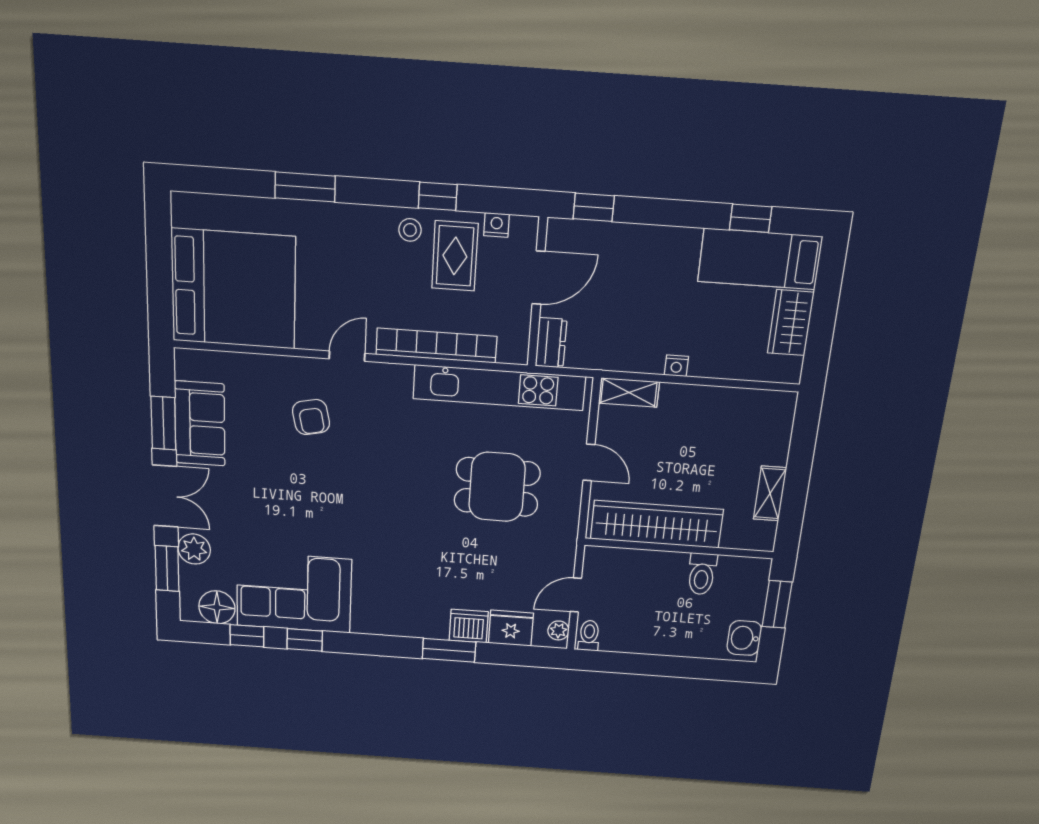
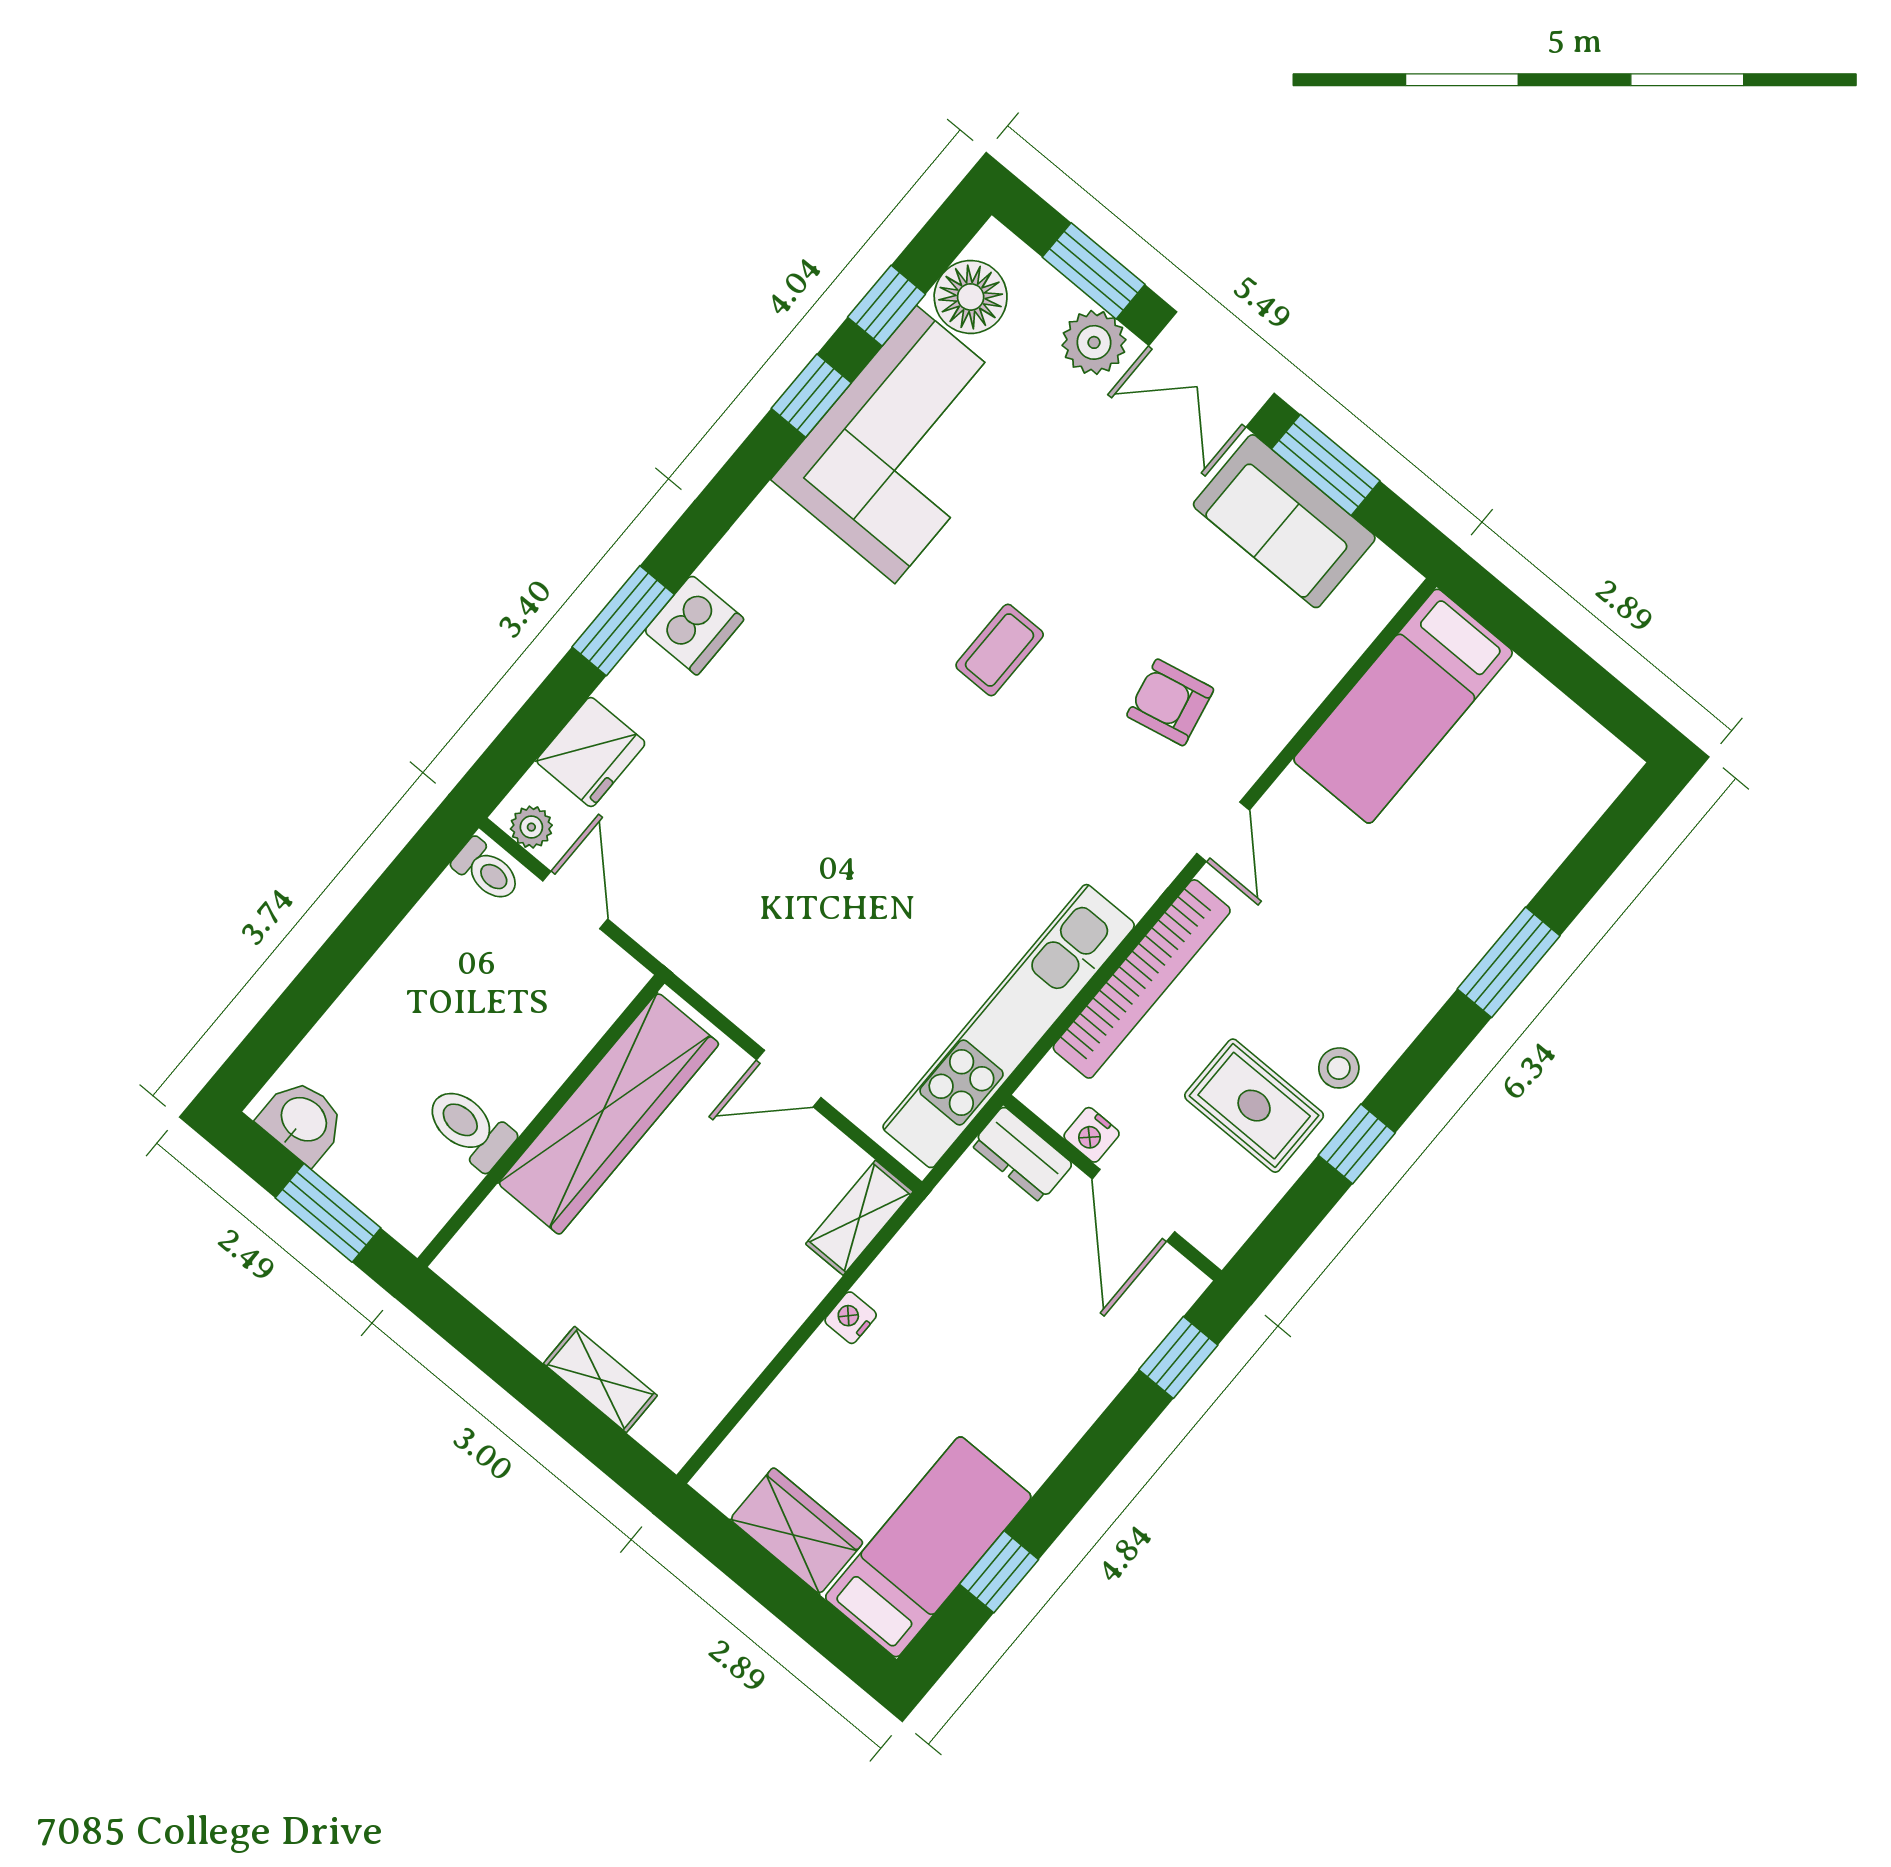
nightstand: (497, 225) -> (1092, 1135), moved, turned 90
bed: (233, 289) -> (1403, 706), width x0.49
dining table: (497, 487) -> (851, 907), removed
shelving: (770, 493) -> (600, 1379), moved
coffee table: (345, 501) -> (1000, 650), added
dishwasher: (469, 626) -> (694, 625), moved

